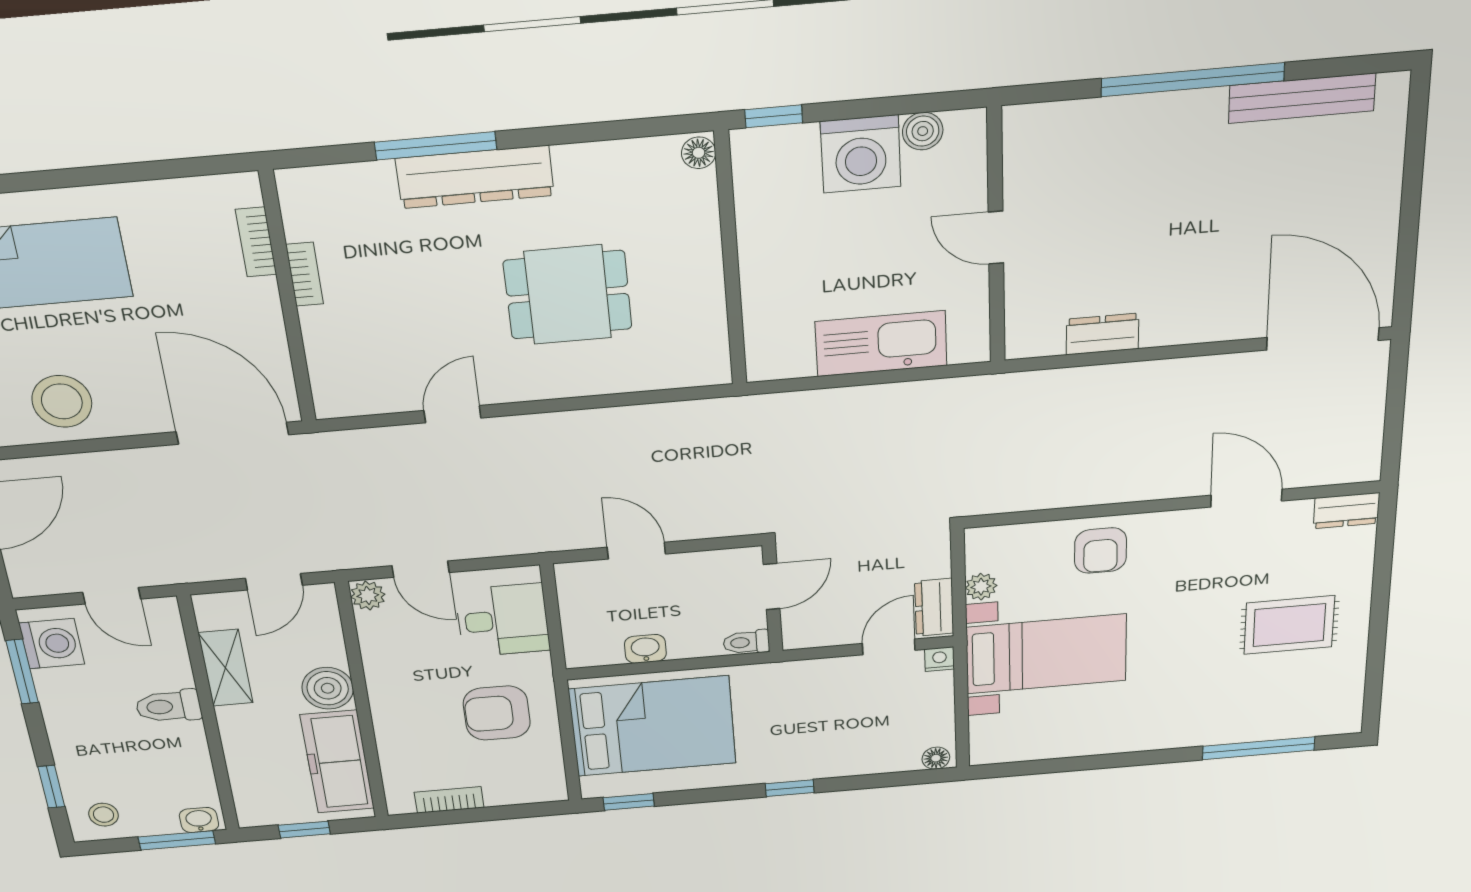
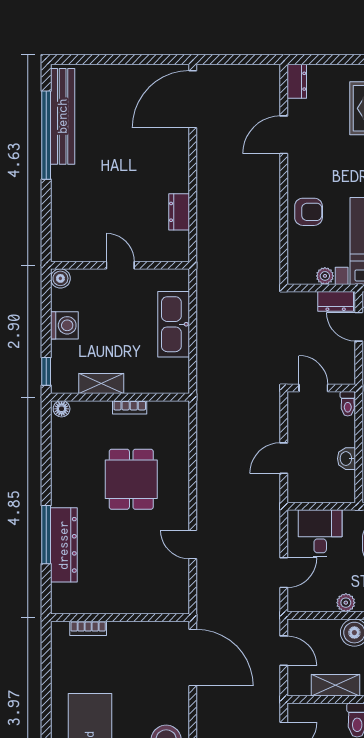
window: (1193, 80) -> (46, 135), moved
bench: (1302, 98) -> (63, 116), width x1.37, depth x1.21
boiler: (923, 131) -> (60, 278), moved
washing machine: (861, 154) -> (64, 325), width x0.73, depth x0.73
dresser: (475, 177) -> (64, 545), moved
shelving: (755, 223) -> (101, 384), added
door: (996, 238) -> (120, 265), swing flipped
bookcase: (305, 274) -> (130, 407), moved, turned 180
door: (232, 433) -> (193, 658), swing flipped
plant: (368, 596) -> (346, 603), moved

